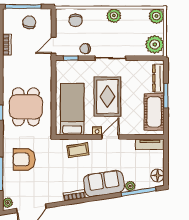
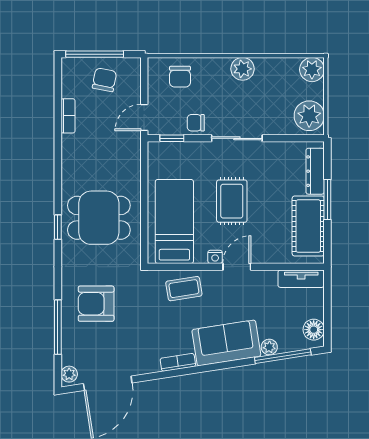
rug: (107, 97) -> (232, 201), width x0.73, depth x0.70
dining table: (26, 107) -> (99, 218), turned 90

